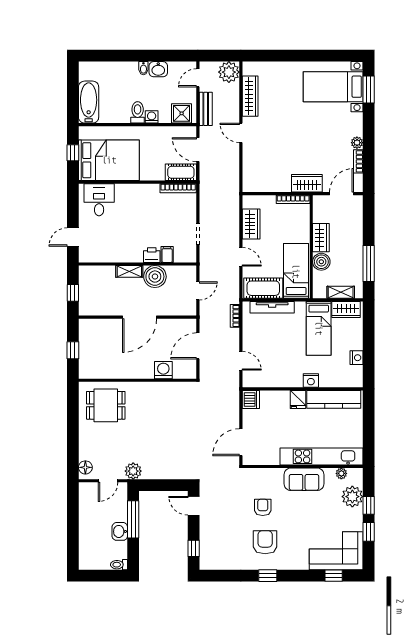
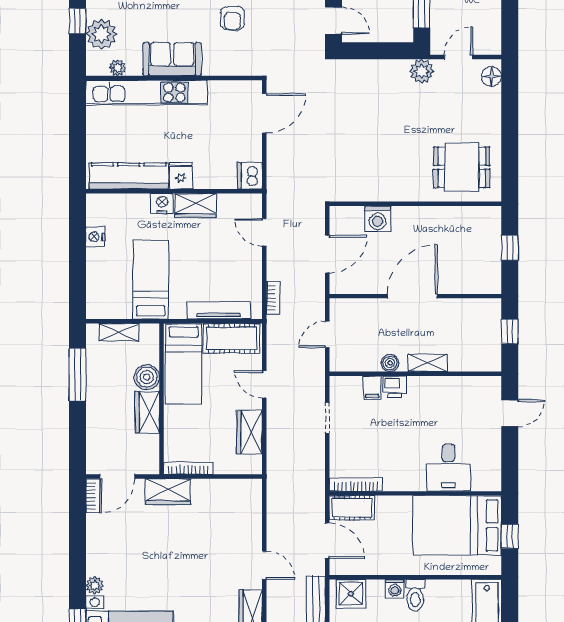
plant: (357, 143) -> (95, 586), moved
bookcase: (358, 161) -> (93, 496), moved
desk: (99, 200) -> (448, 468), moved
boiler: (155, 277) -> (390, 363), width x0.54, depth x0.54
wardrobe: (346, 309) -> (195, 205), moved, turned 180

